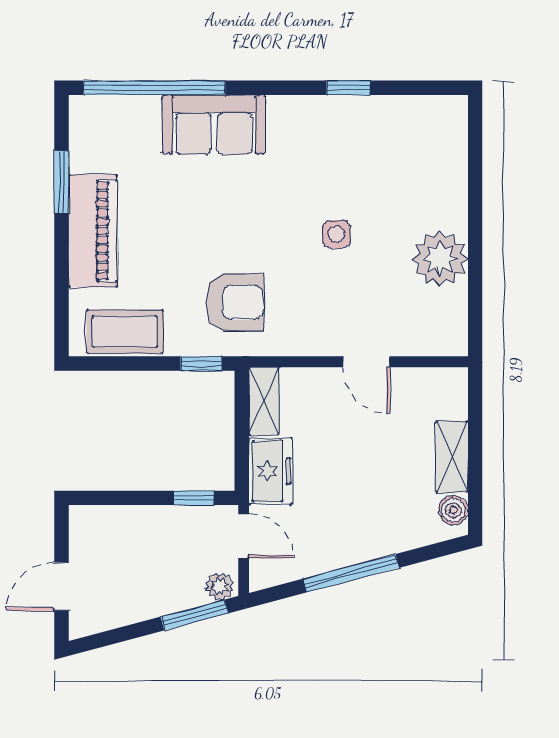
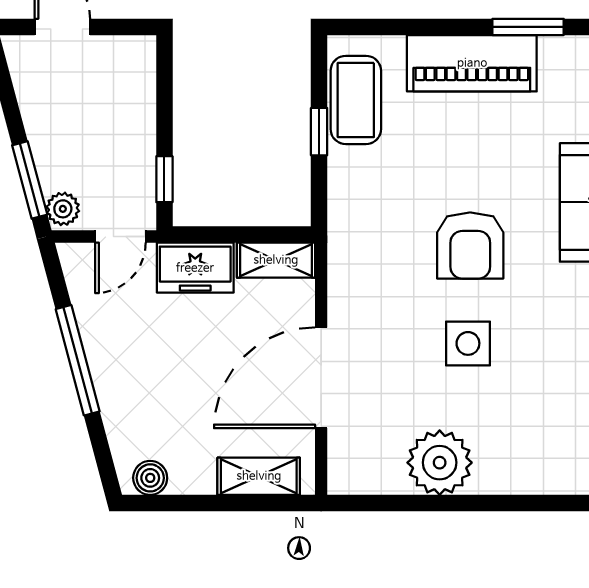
side table: (337, 234) -> (468, 343), width x1.37, depth x1.37
armchair: (235, 302) -> (470, 246), moved
door: (366, 362) -> (321, 378), width x1.88
window: (201, 363) -> (319, 132), moved
shelving: (452, 457) -> (259, 476), moved

